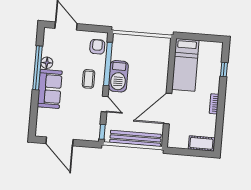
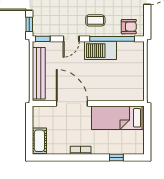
window: (87, 144) -> (29, 24), added

